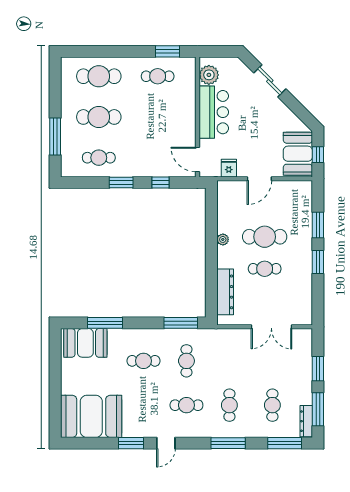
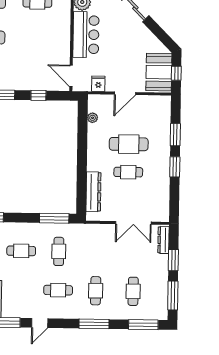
plant: (223, 239) -> (93, 118), moved
dresser: (306, 421) -> (163, 240), moved

